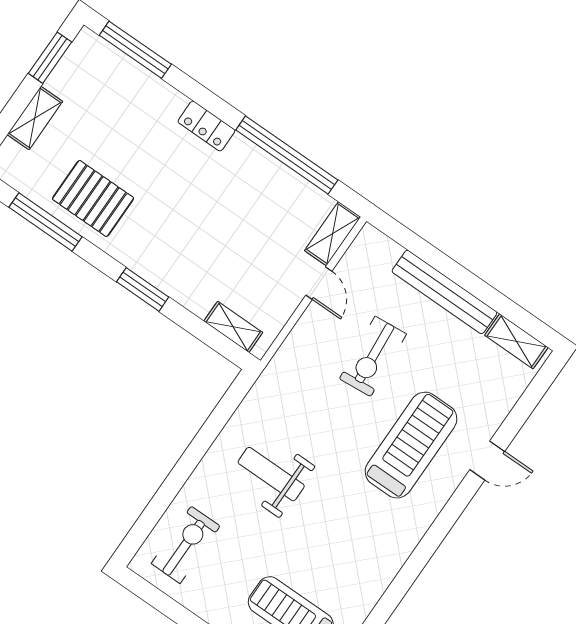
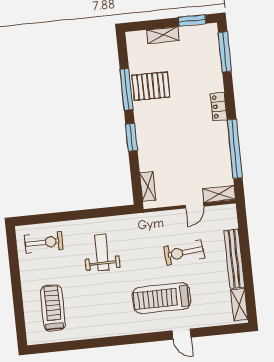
pallet: (93, 198) -> (151, 86), turned 90
window: (46, 222) -> (126, 89), moved
treadmill: (411, 445) -> (162, 298), turned 180

